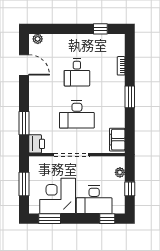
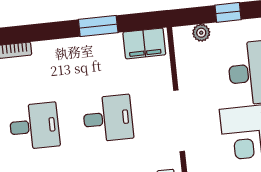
window: (130, 97) -> (98, 26), moved
desk: (77, 115) -> (108, 118), width x0.73

